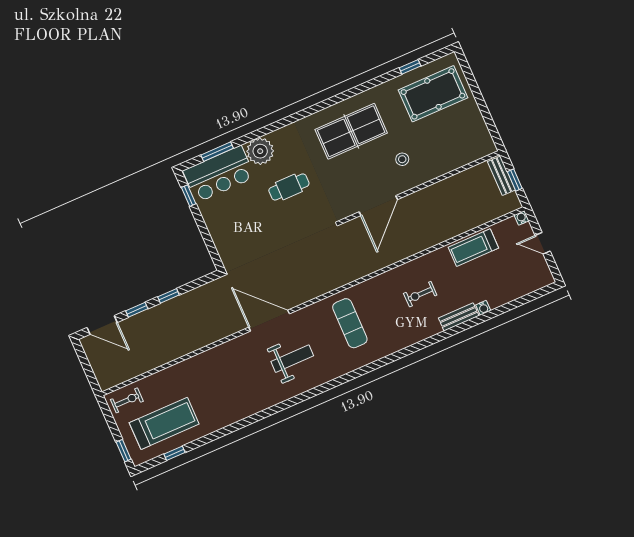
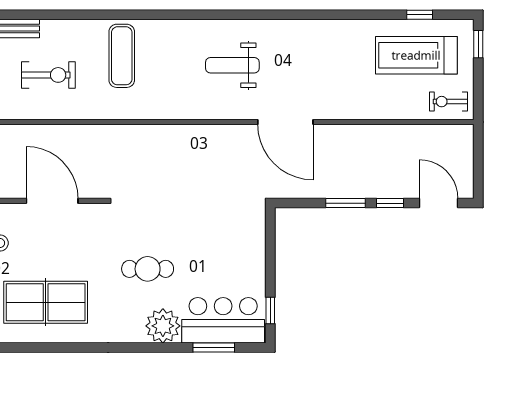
door: (378, 206) -> (52, 201), hinge flipped
exercise bike: (420, 294) -> (48, 75), width x1.38, depth x1.39
window: (168, 296) -> (345, 203), width x1.50
door: (269, 321) -> (285, 122), moved
exercise mat: (350, 323) -> (122, 56), moved

